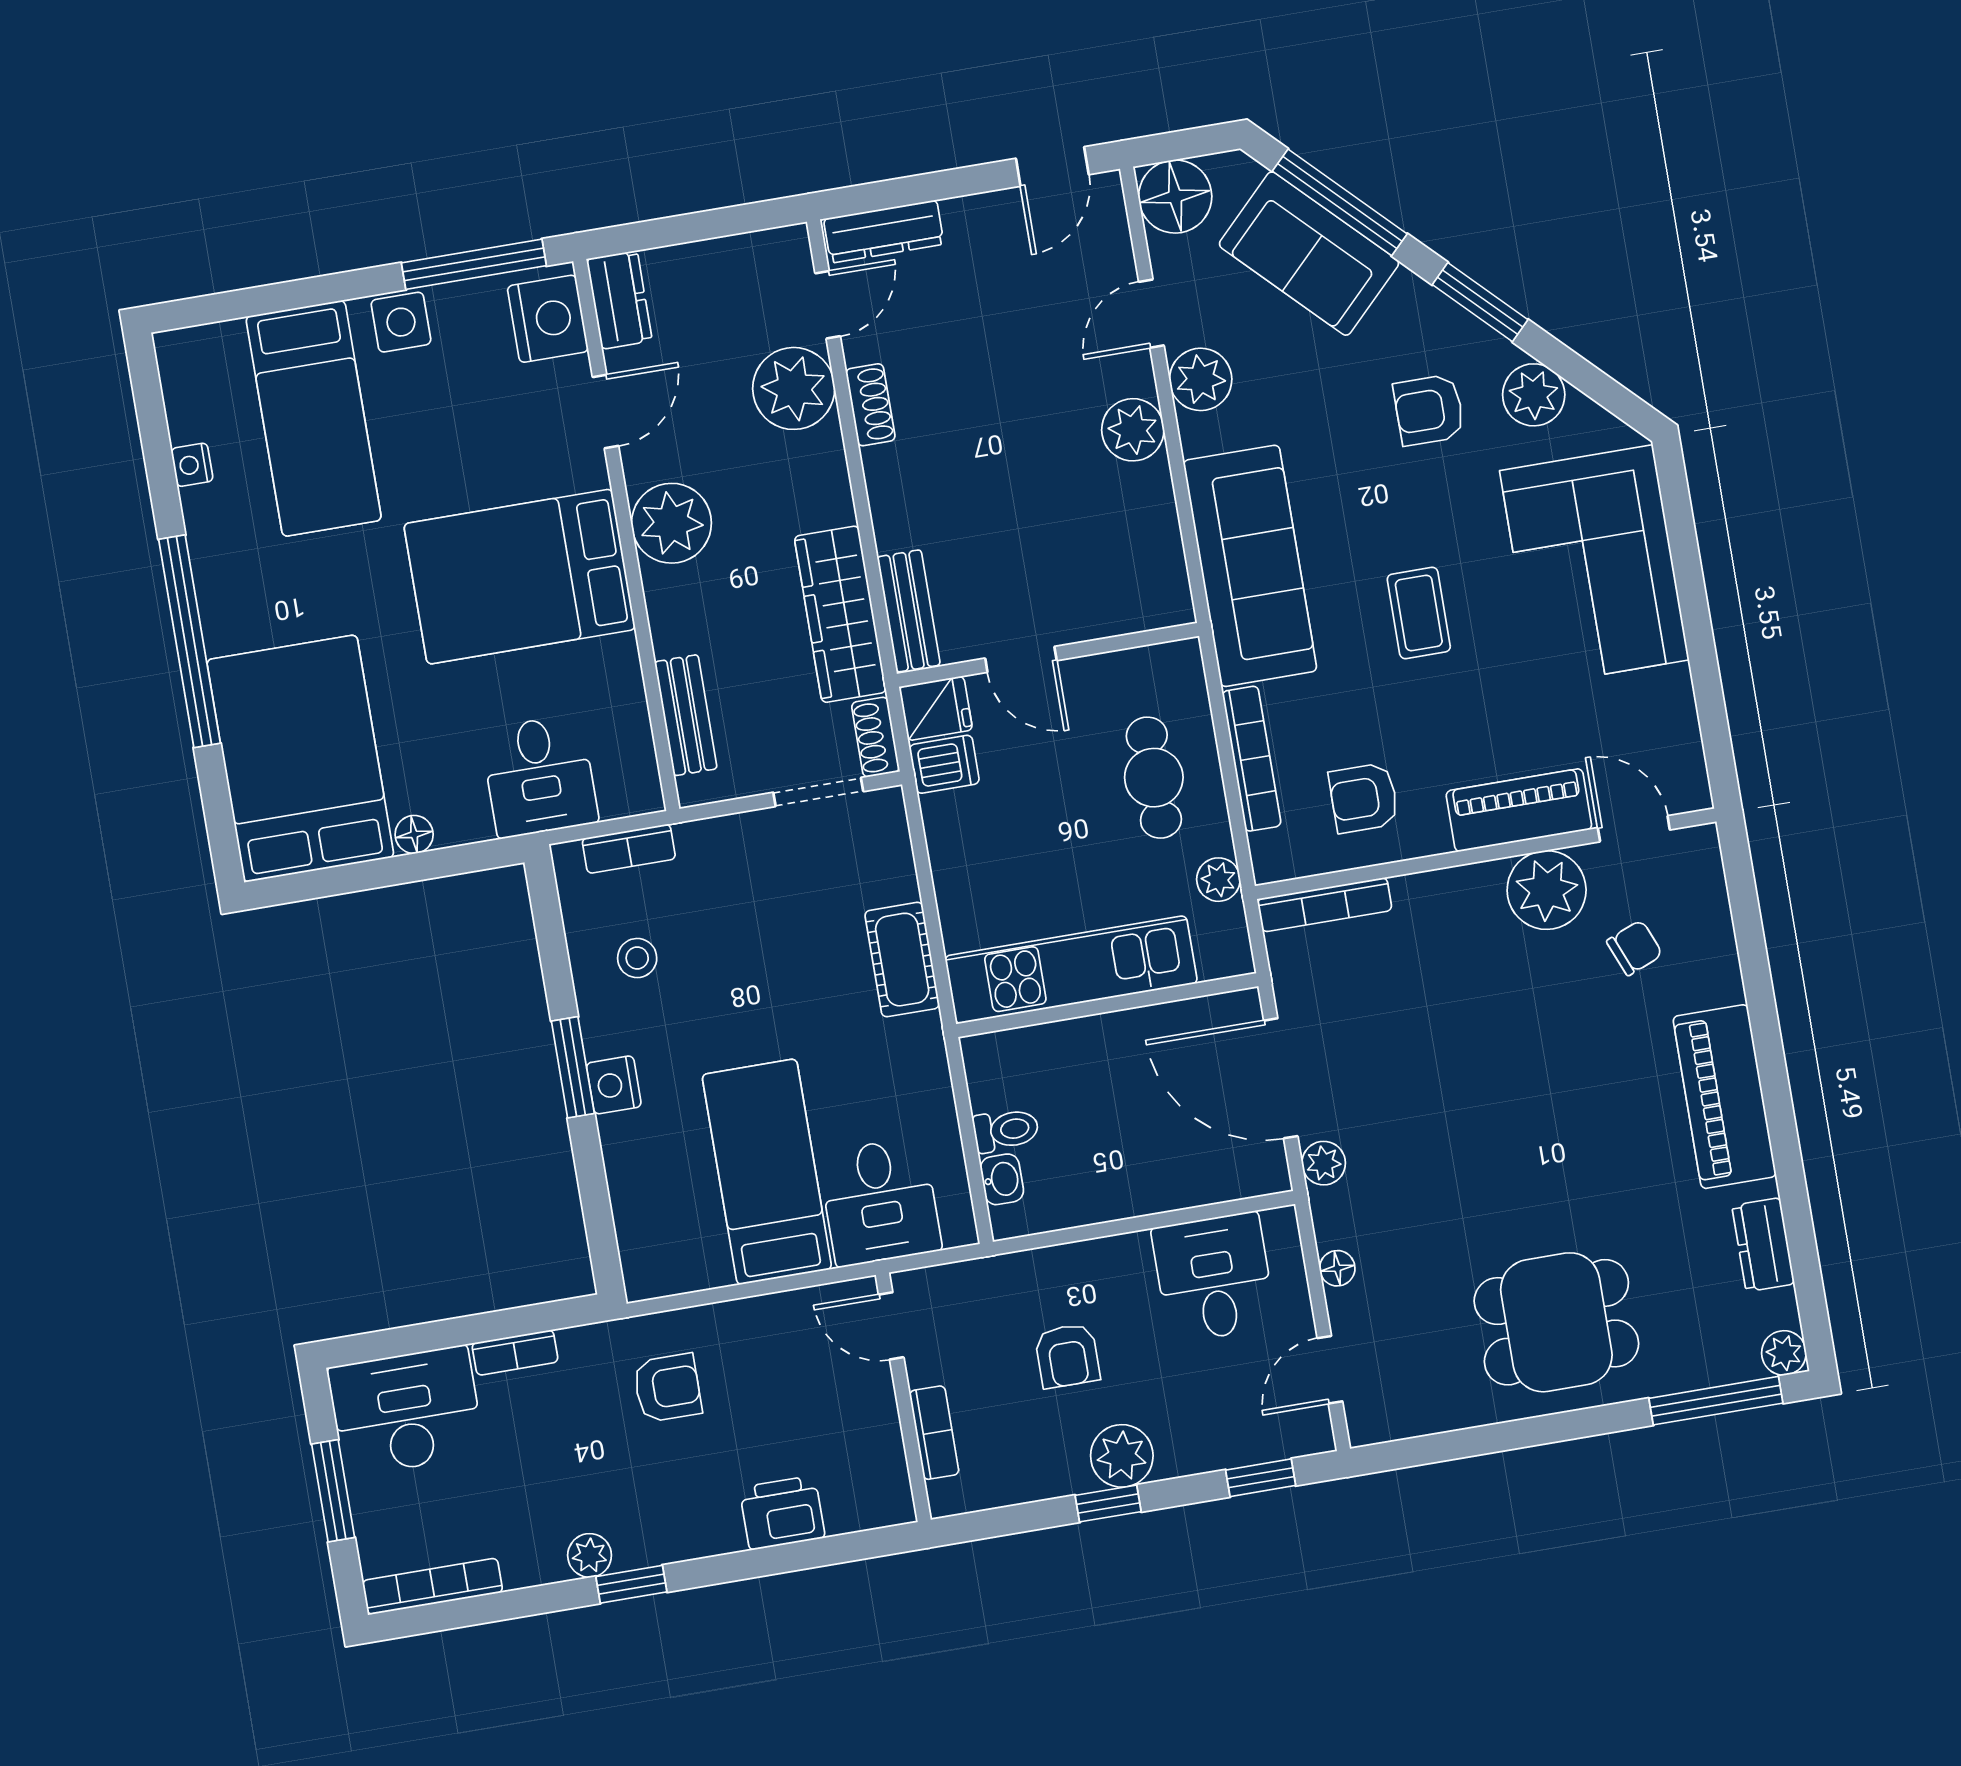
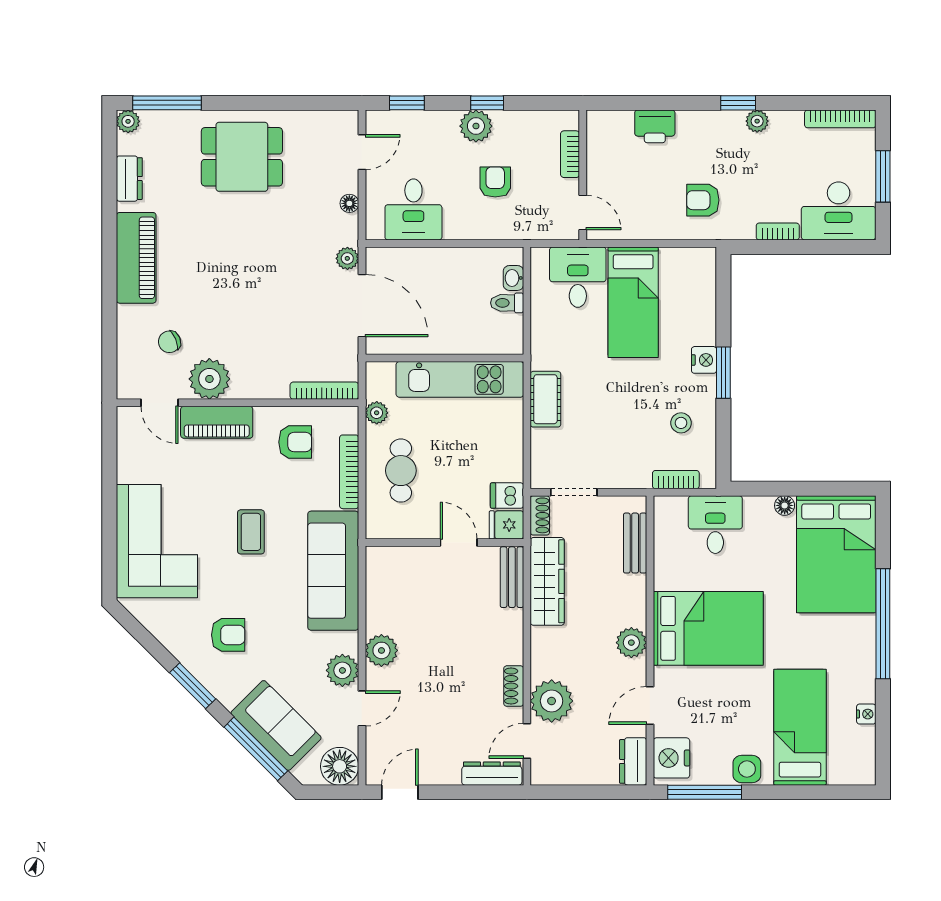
plant: (1534, 395) -> (173, 634), removed
plant: (671, 523) -> (631, 643), width x0.73, depth x0.73

